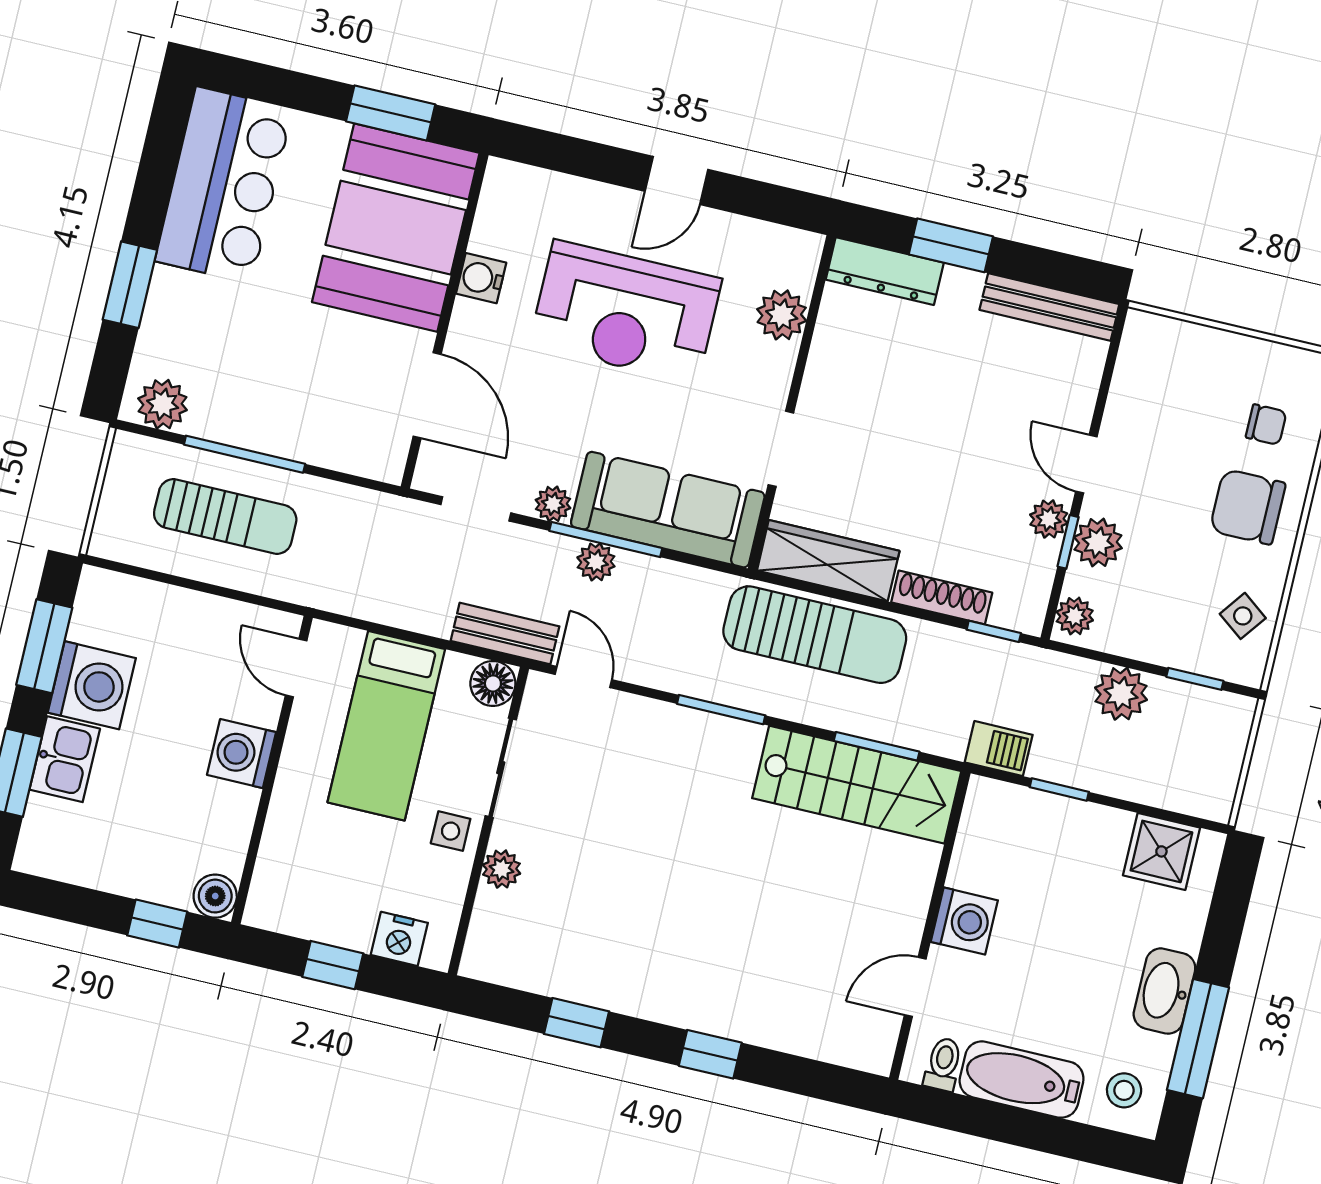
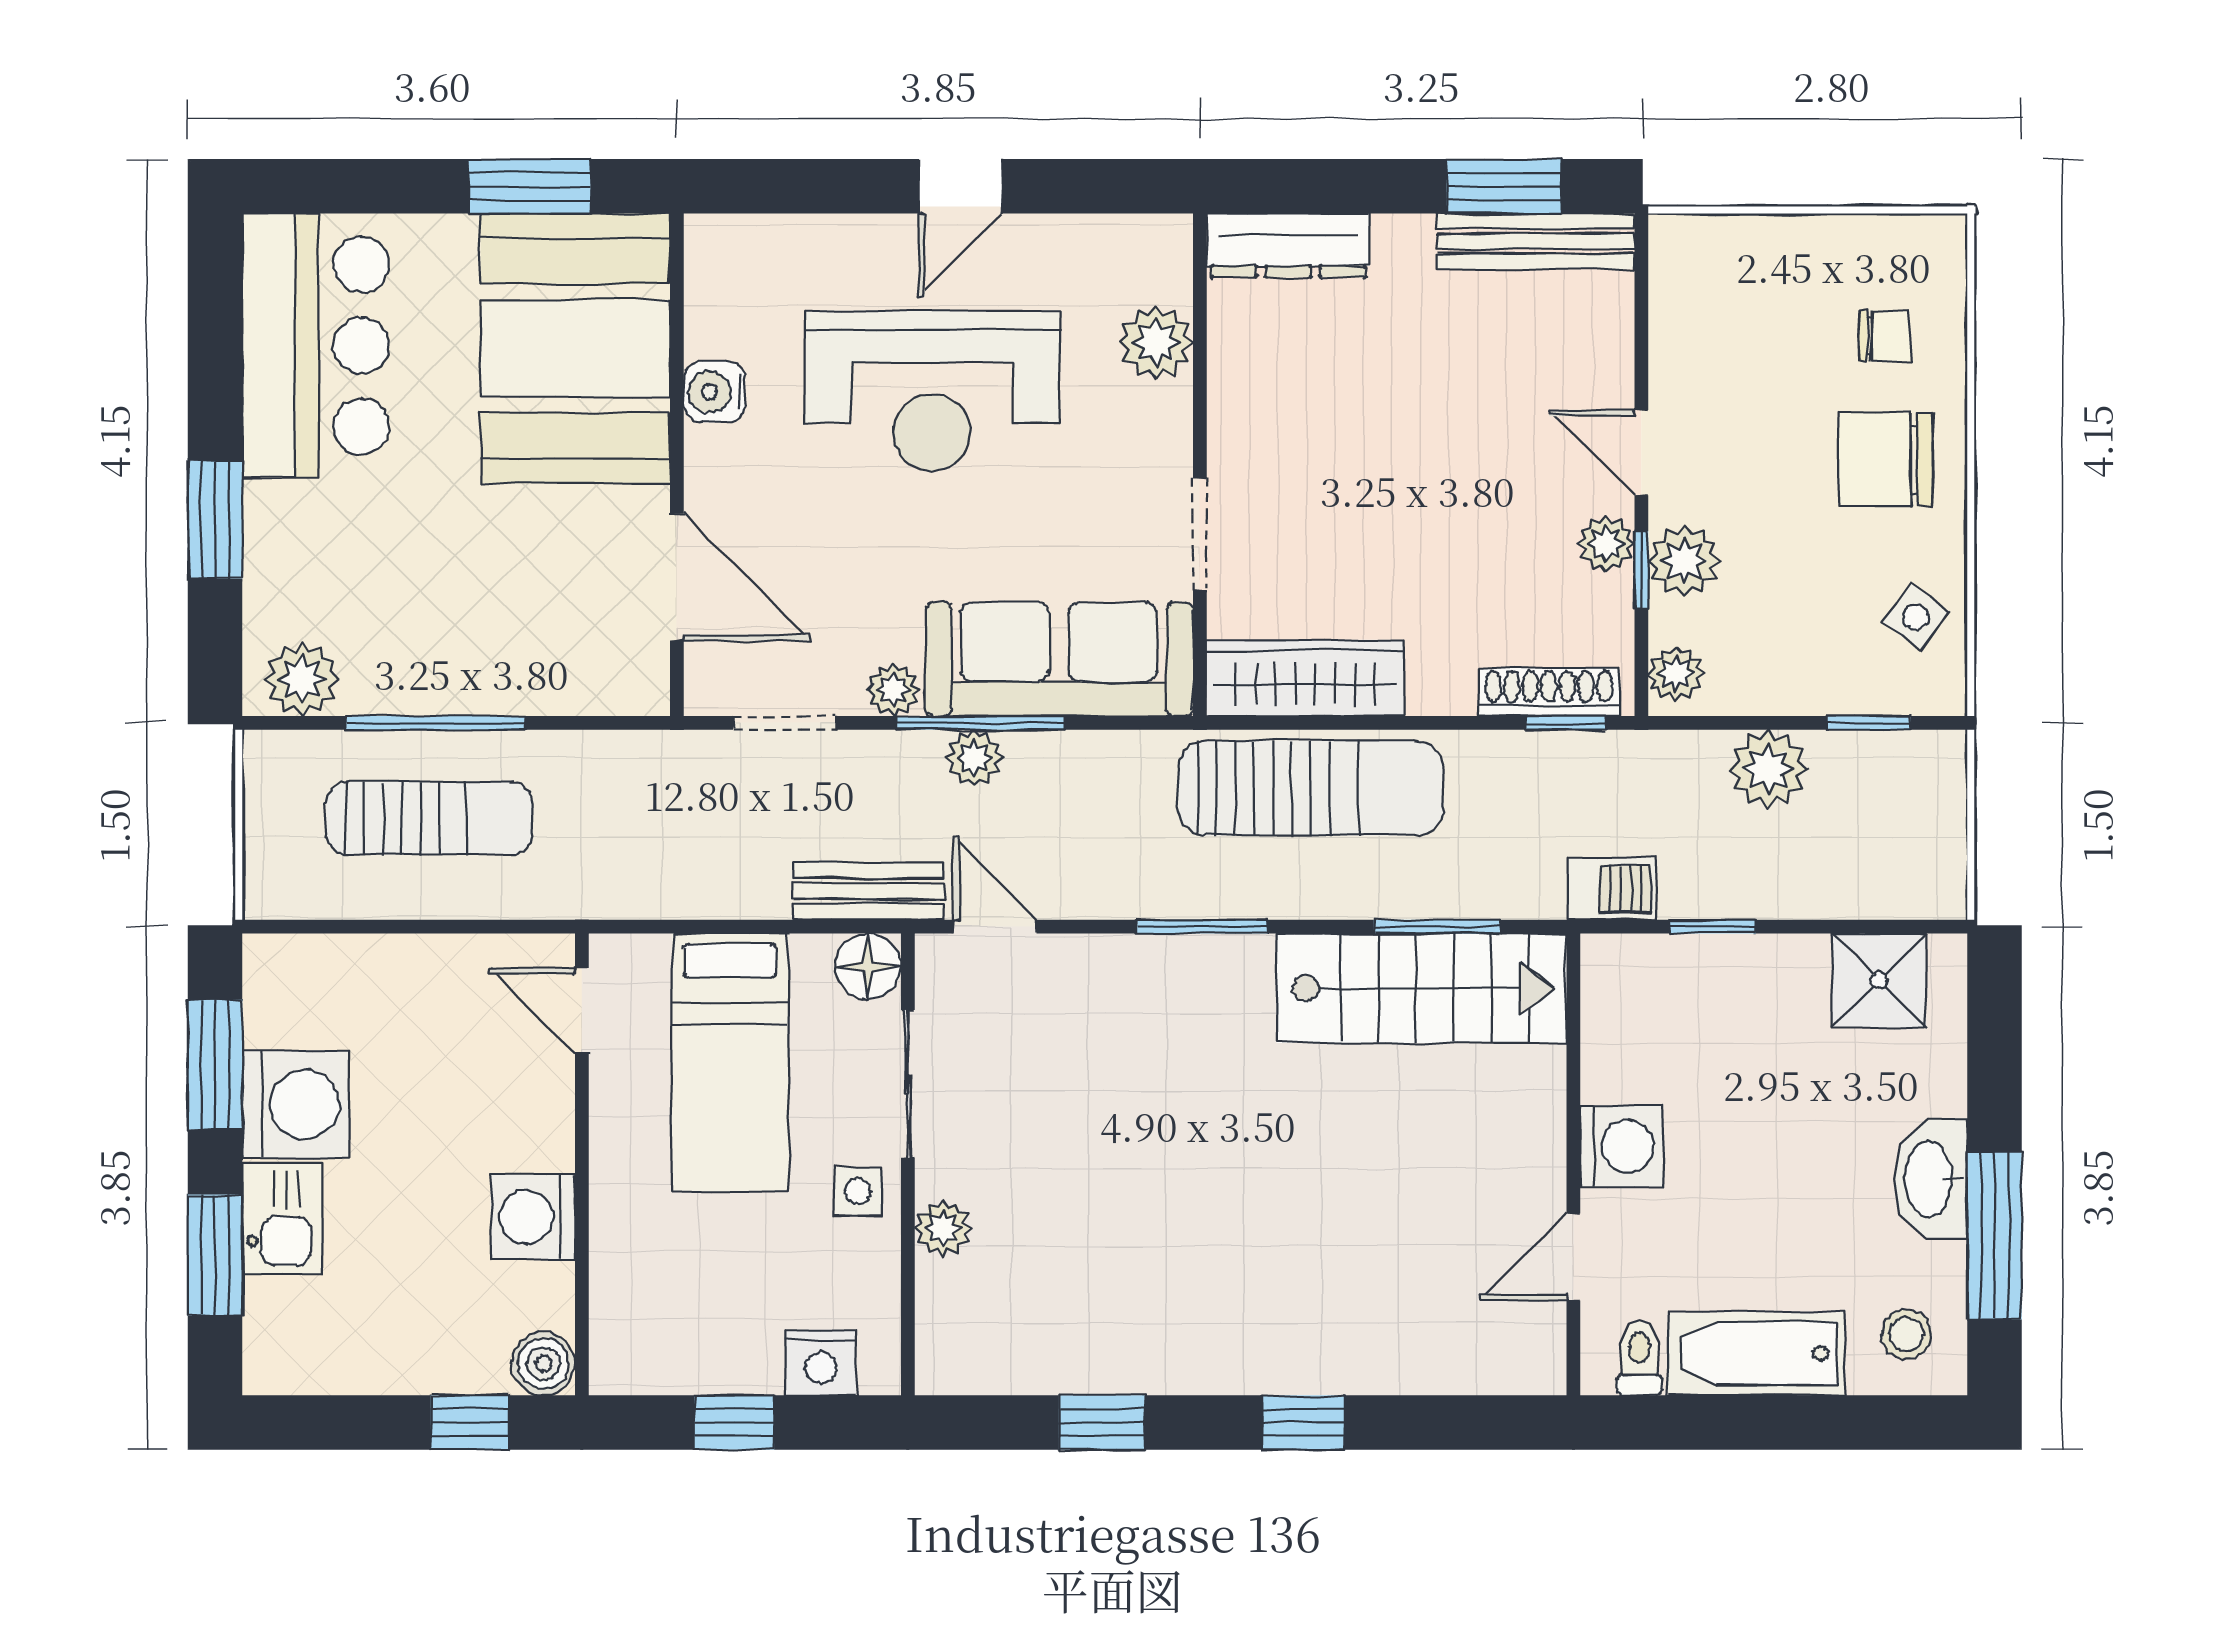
window: (951, 245) -> (1504, 186), moved
shoe rack: (942, 597) -> (1549, 692), moved
washing machine: (242, 754) -> (533, 1217), moved

